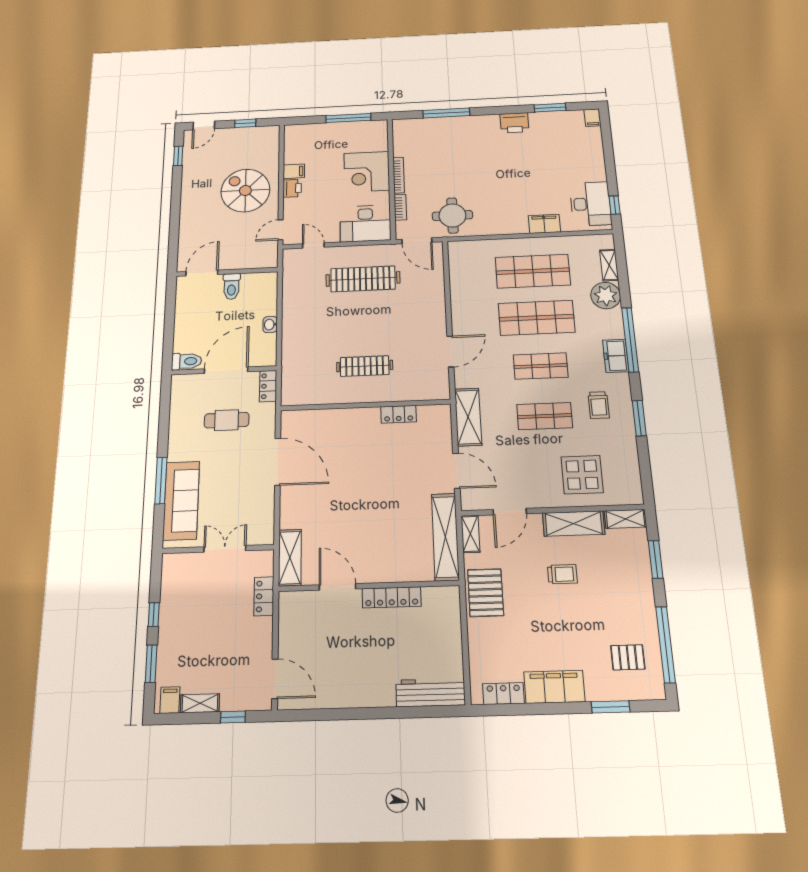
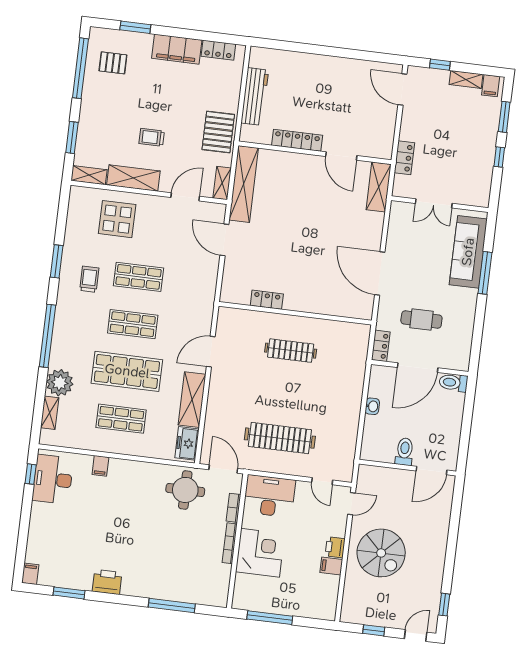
filing cabinet: (544, 224) -> (100, 466), width x0.50
shop shelf: (533, 271) -> (121, 419), width x0.70, depth x0.74
freezer: (616, 356) -> (187, 443), moved, turned 180
shelving: (468, 417) -> (192, 400), moved
workbench: (431, 693) -> (255, 97), moved, turned -90

